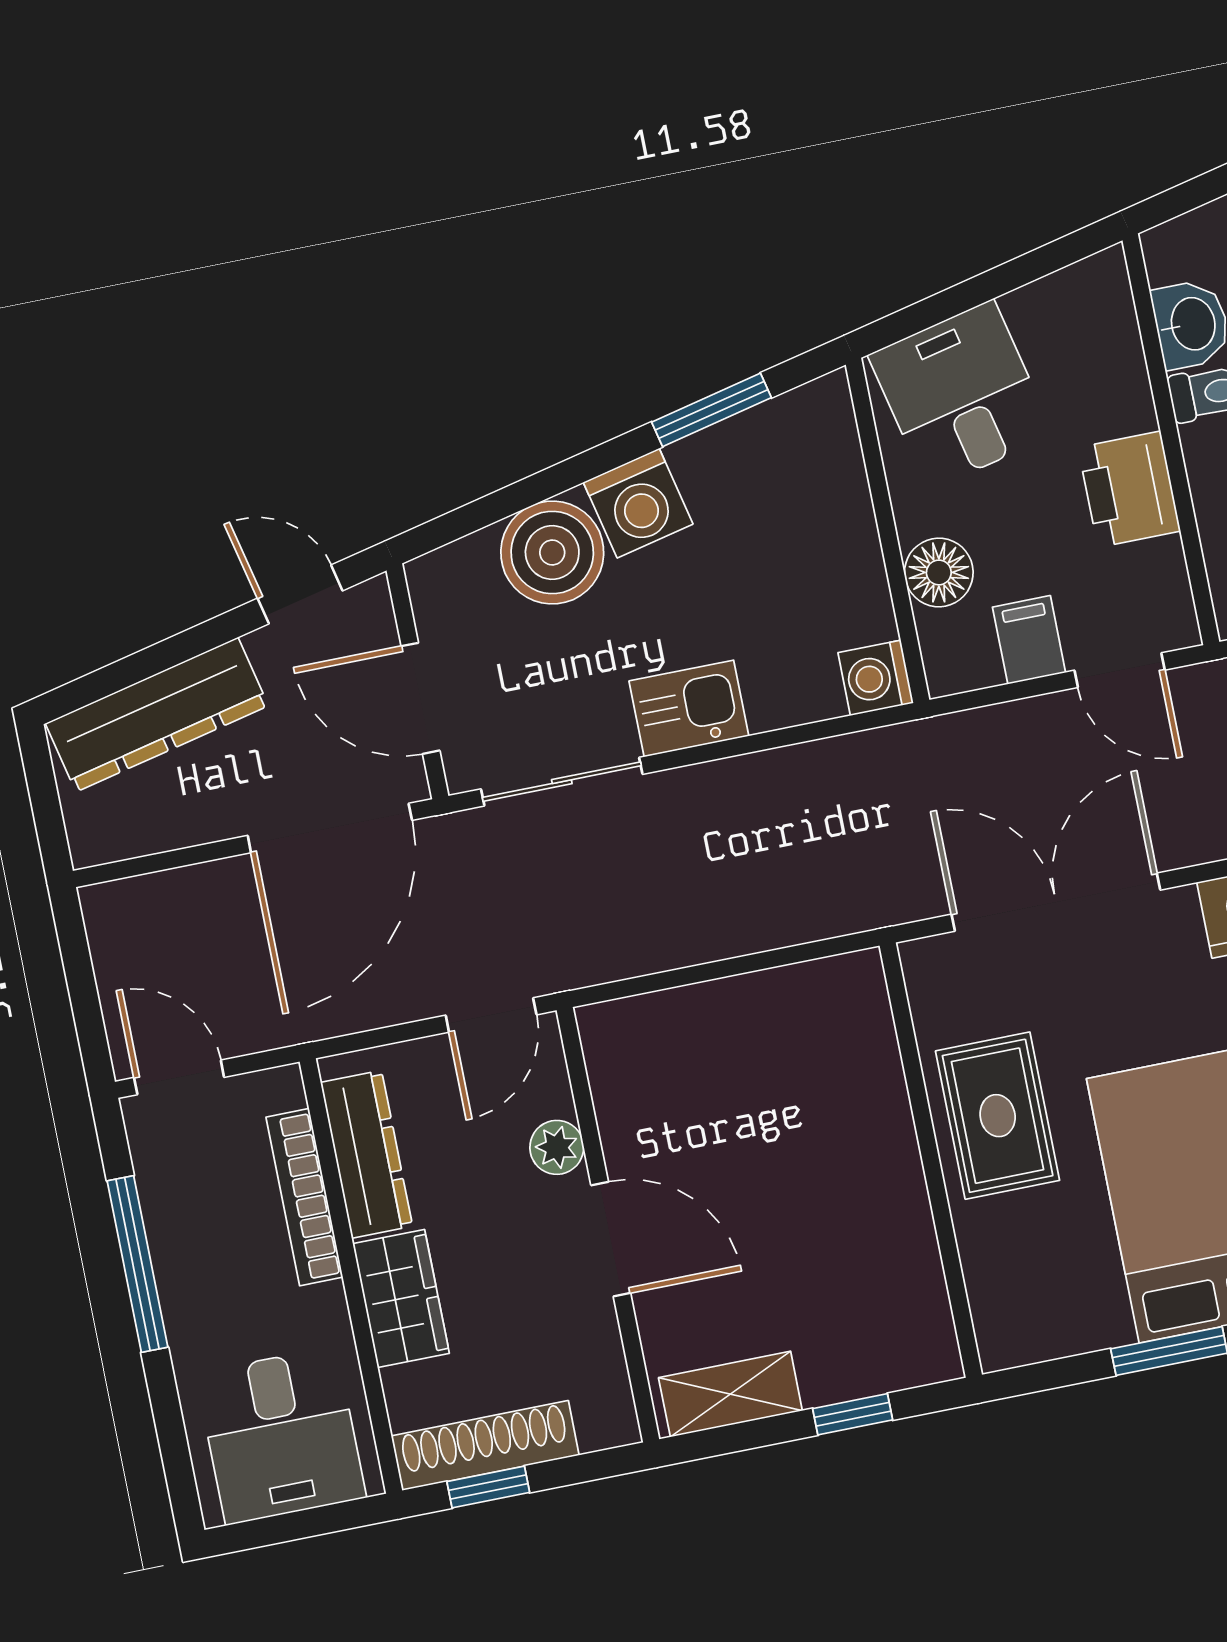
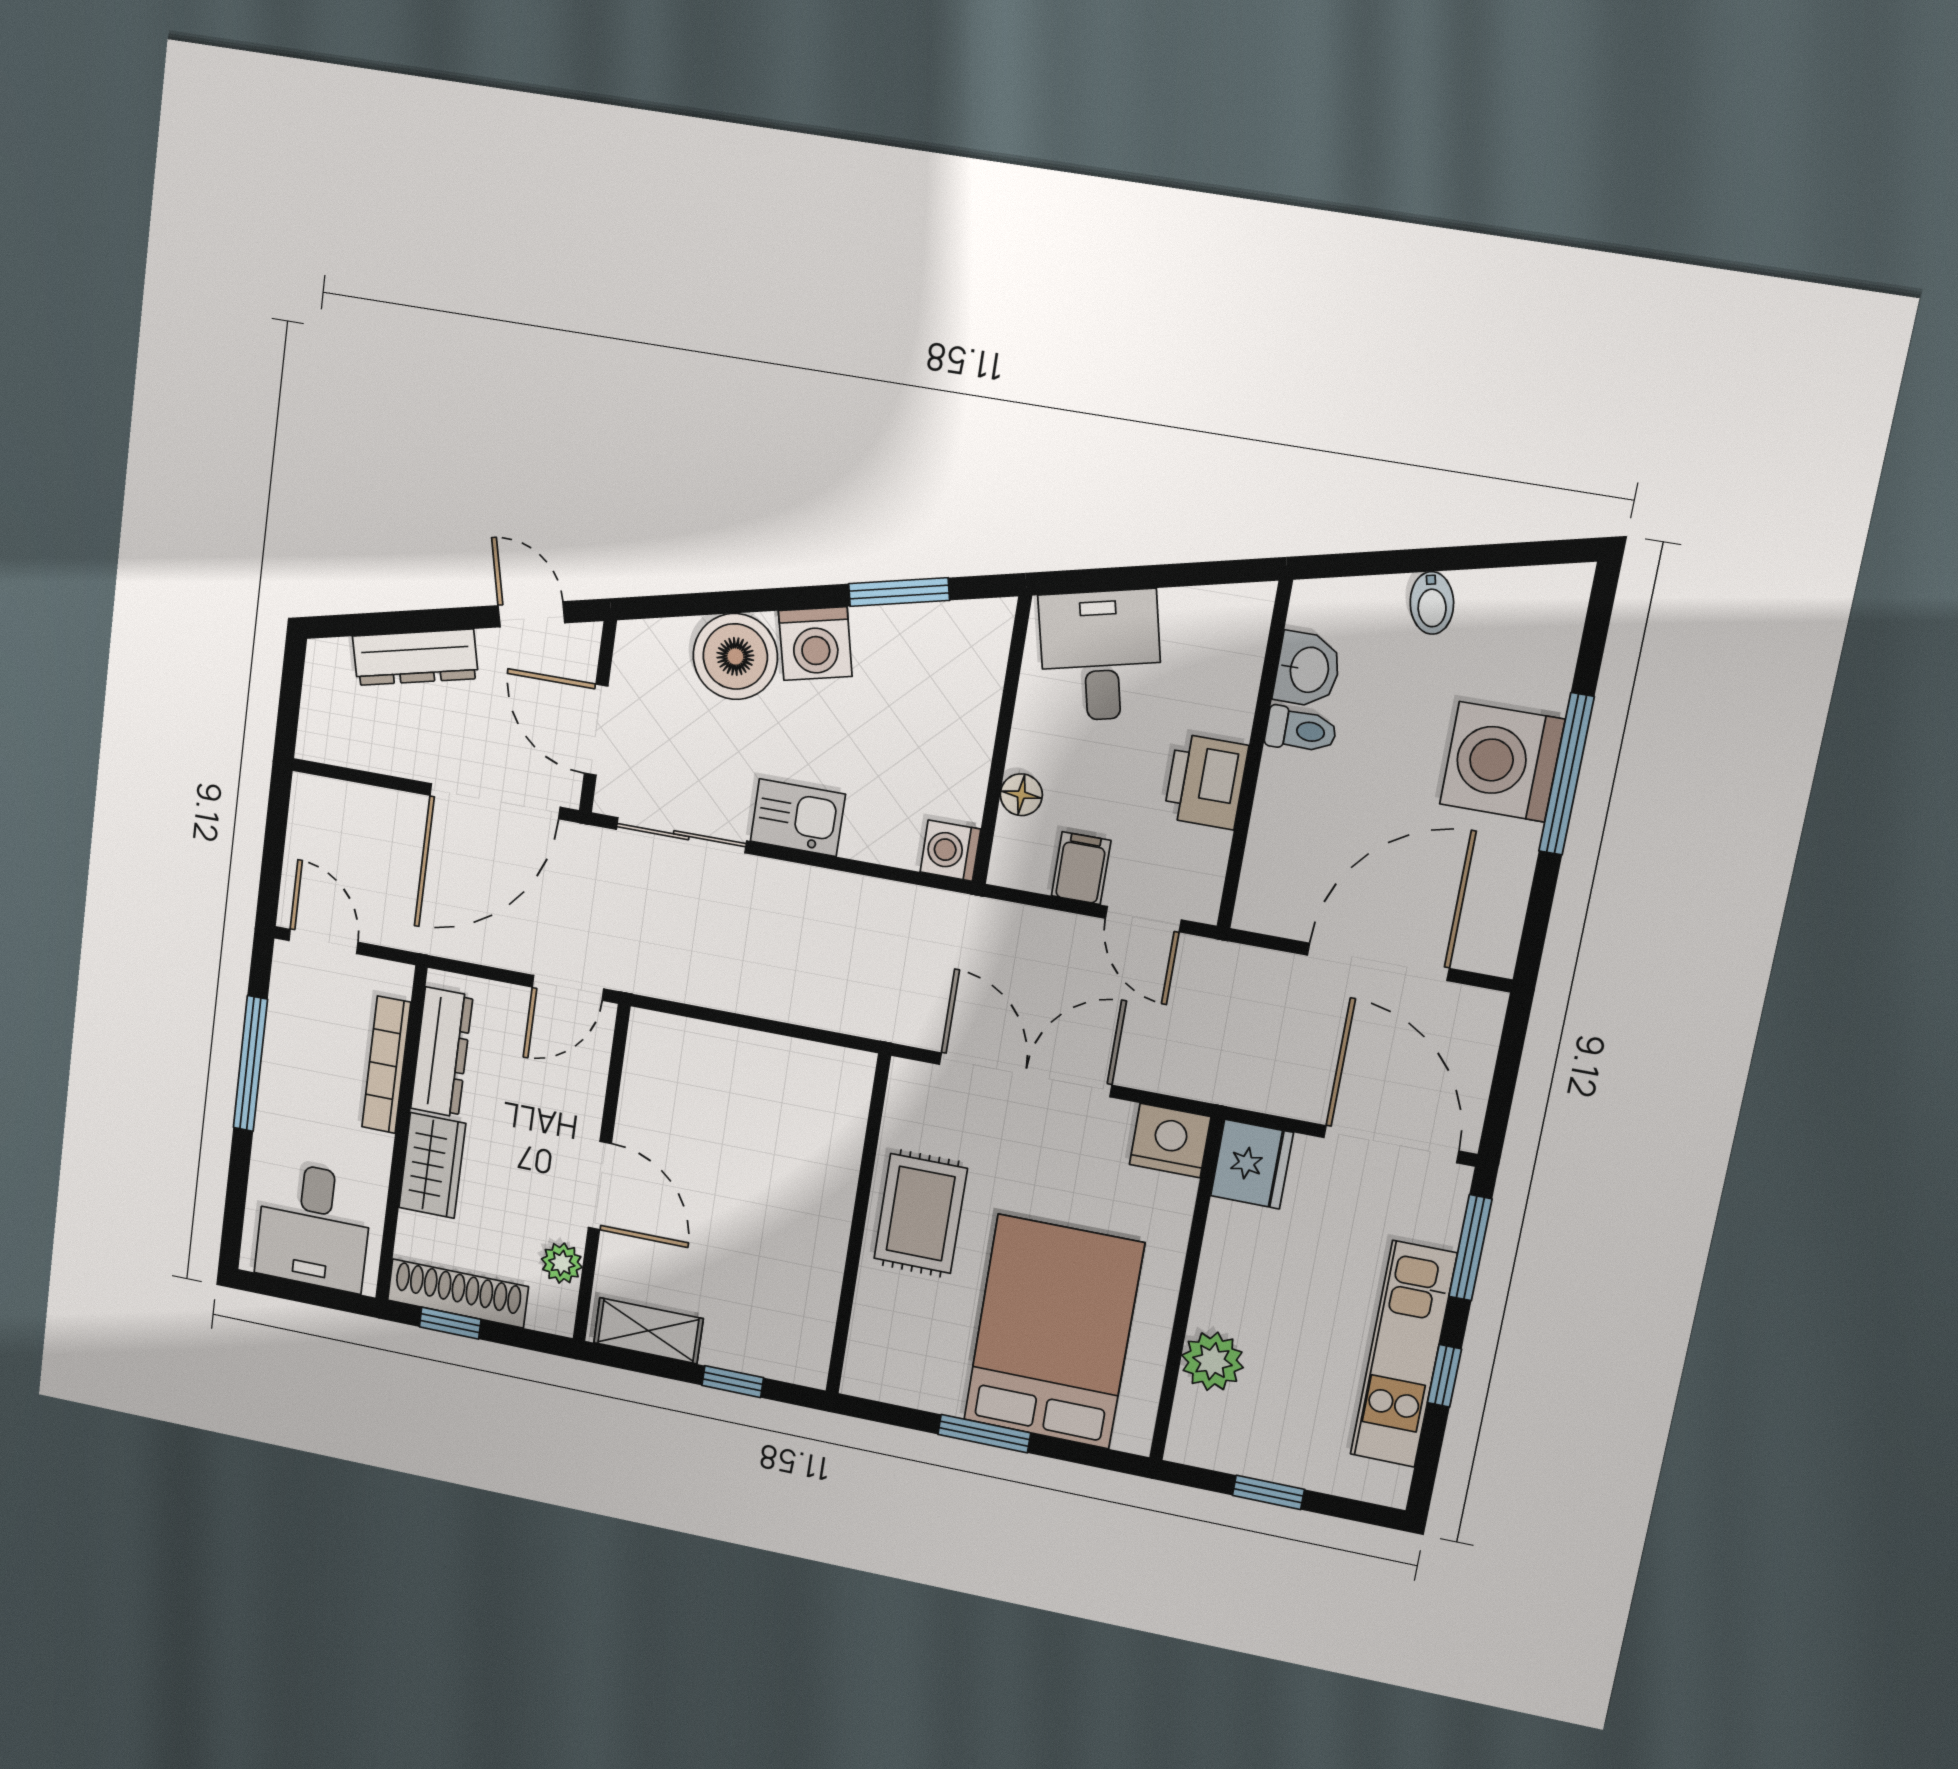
floor lamp: (939, 572) -> (1021, 795), width x0.73, depth x0.73
dresser: (157, 715) -> (415, 657), width x0.73, depth x0.80
plant: (557, 1147) -> (562, 1263), moved

